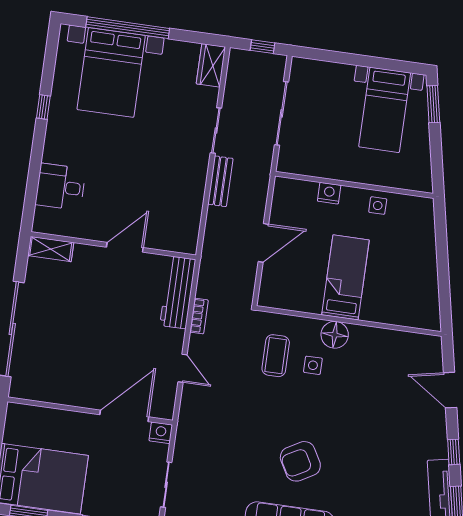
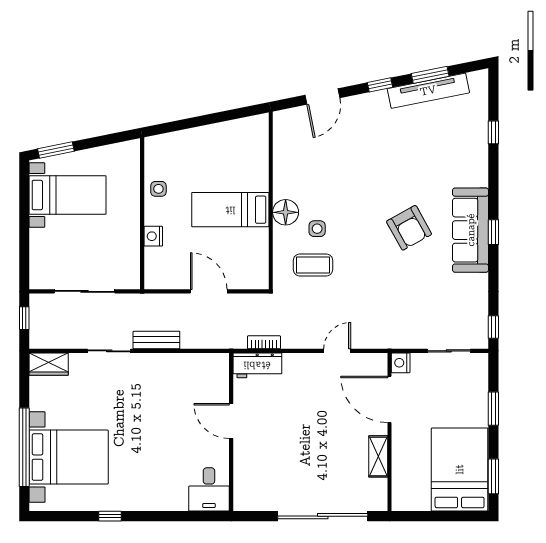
desk: (61, 187) -> (209, 489), moved
shelving: (51, 249) -> (378, 456), moved
workbench: (178, 292) -> (257, 365), width x0.73
bookcase: (199, 316) -> (264, 342), moved

